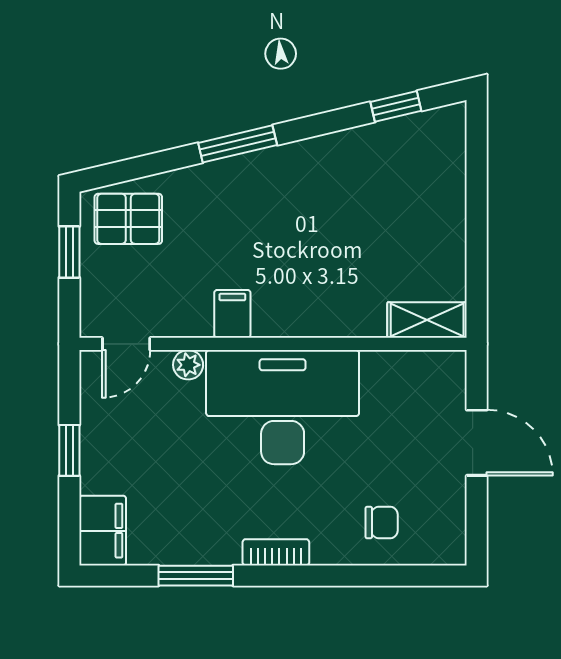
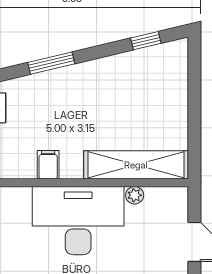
shelving: (427, 320) -> (136, 165), width x2.20, depth x1.33
plant: (188, 365) -> (135, 195), moved

